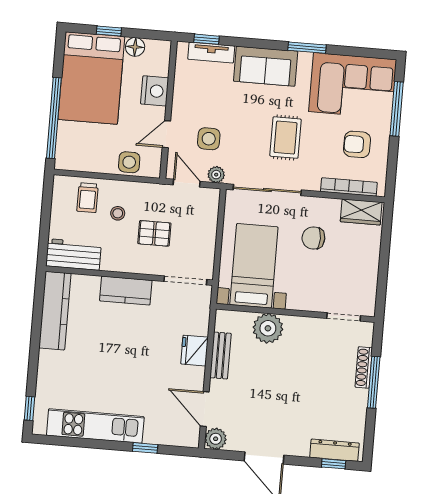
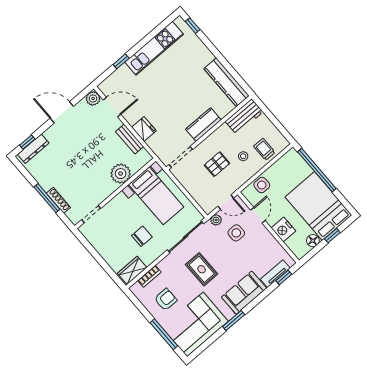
bookcase: (349, 187) -> (149, 276), width x0.64

